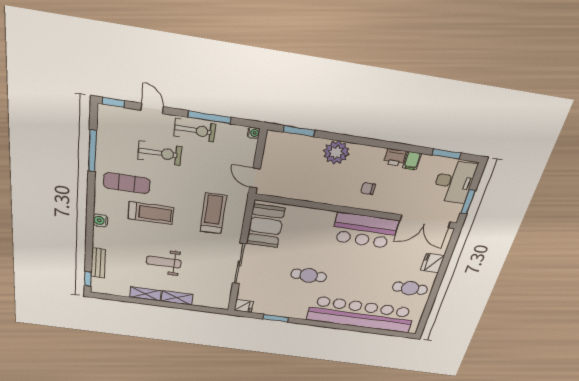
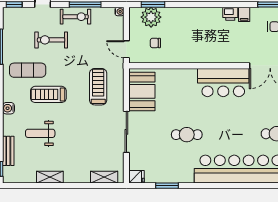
plant: (336, 152) -> (151, 17), moved
exercise bike: (160, 153) -> (51, 40), turned 180
chair: (368, 188) -> (155, 43), moved
treadmill: (151, 213) -> (48, 94), turned 180
weight bench: (164, 262) -> (40, 133), moved
shelving: (177, 298) -> (104, 177), moved

